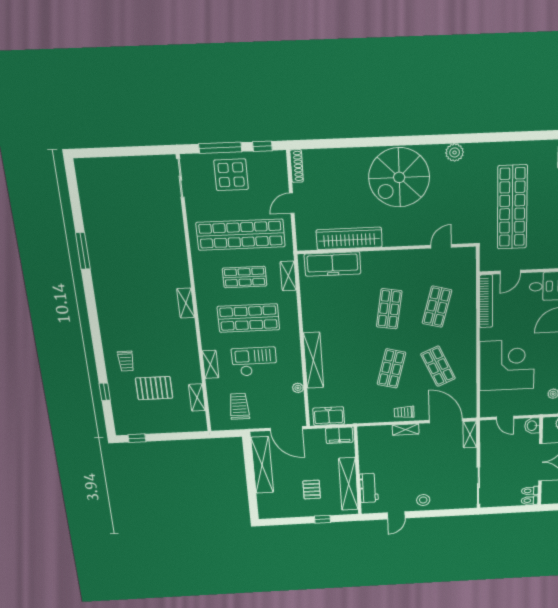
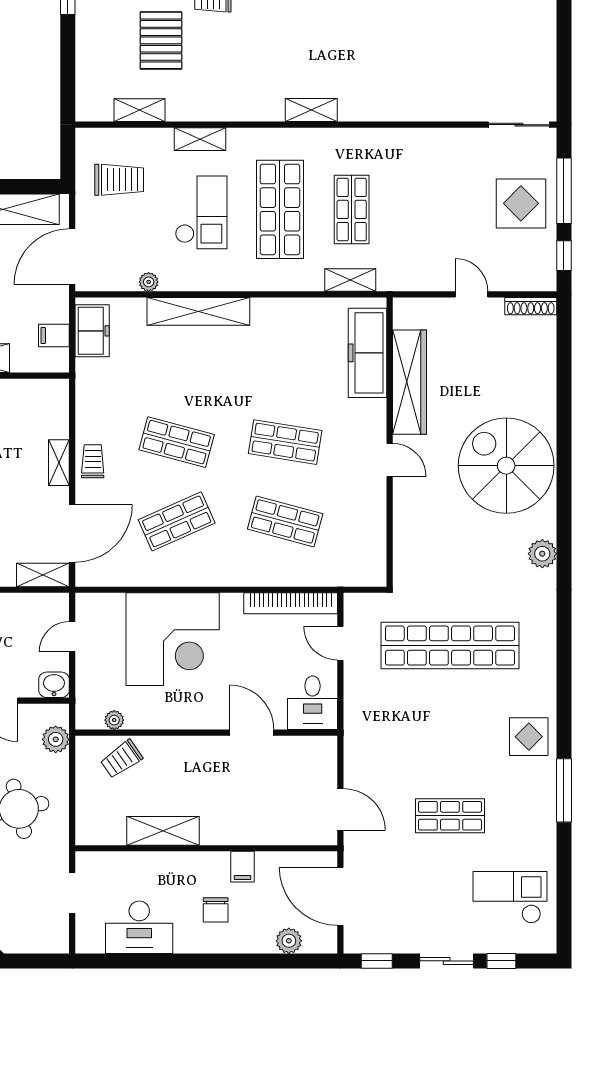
shop shelf: (241, 235) -> (423, 209), removed
door: (441, 246) -> (390, 460), moved
filing cabinet: (339, 435) -> (54, 335), width x0.50

